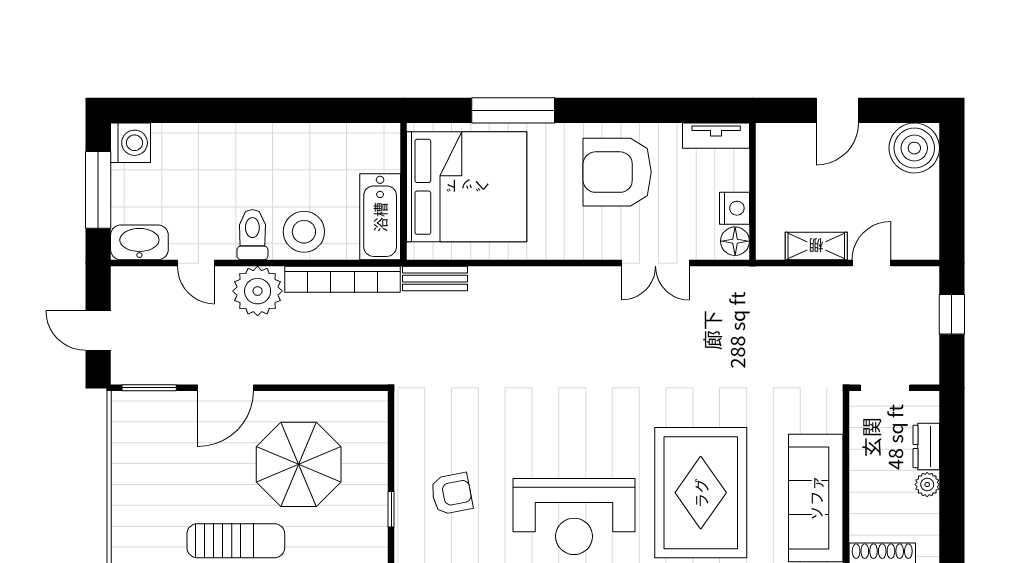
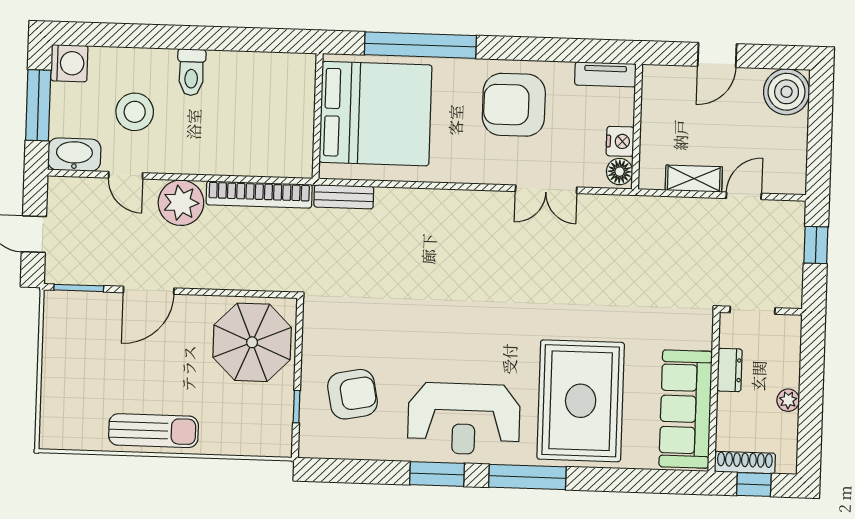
window: (513, 110) -> (420, 45), width x1.46
bathtub: (380, 217) -> (295, 139), removed
stool: (304, 232) -> (135, 112), moved
toilet: (252, 235) -> (191, 72), moved, turned 180
dresser: (926, 446) -> (730, 370), moved, turned 180
parasol: (299, 464) -> (252, 342), moved
armchair: (452, 494) -> (353, 394), width x1.38, depth x1.38

